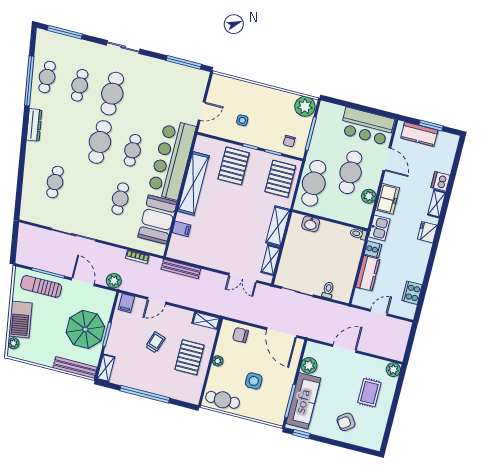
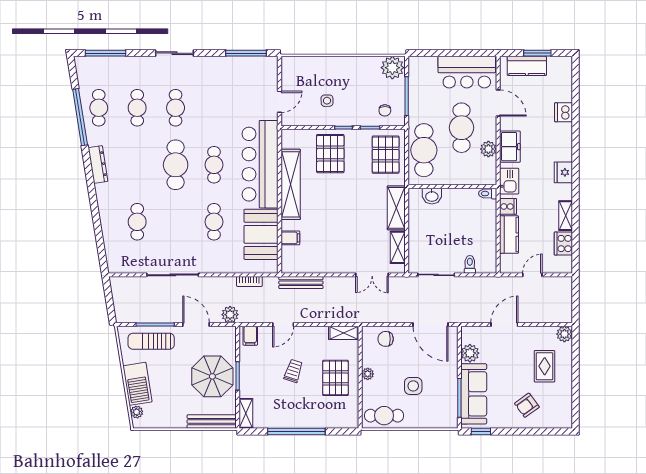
cafe table: (112, 94) -> (176, 108), width x0.73, depth x0.74
shelving: (437, 204) -> (566, 216), moved

